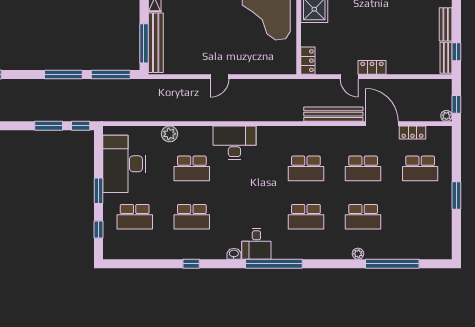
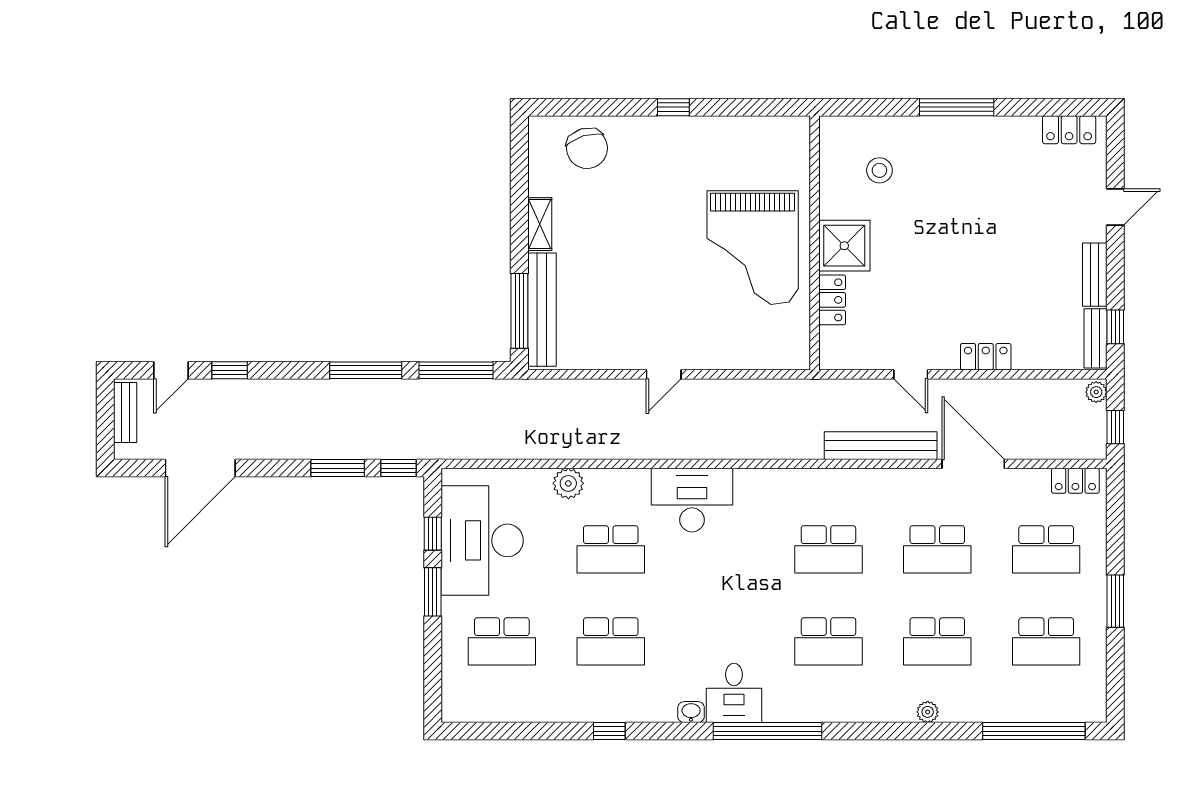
locker: (308, 61) -> (832, 300), moved
locker: (372, 67) -> (986, 357), moved
plant: (446, 116) -> (1096, 392), moved
locker: (412, 132) -> (1075, 481), moved
school desk: (420, 217) -> (1046, 641), added
window: (98, 229) -> (433, 534), moved
window: (392, 264) -> (1034, 731), moved

